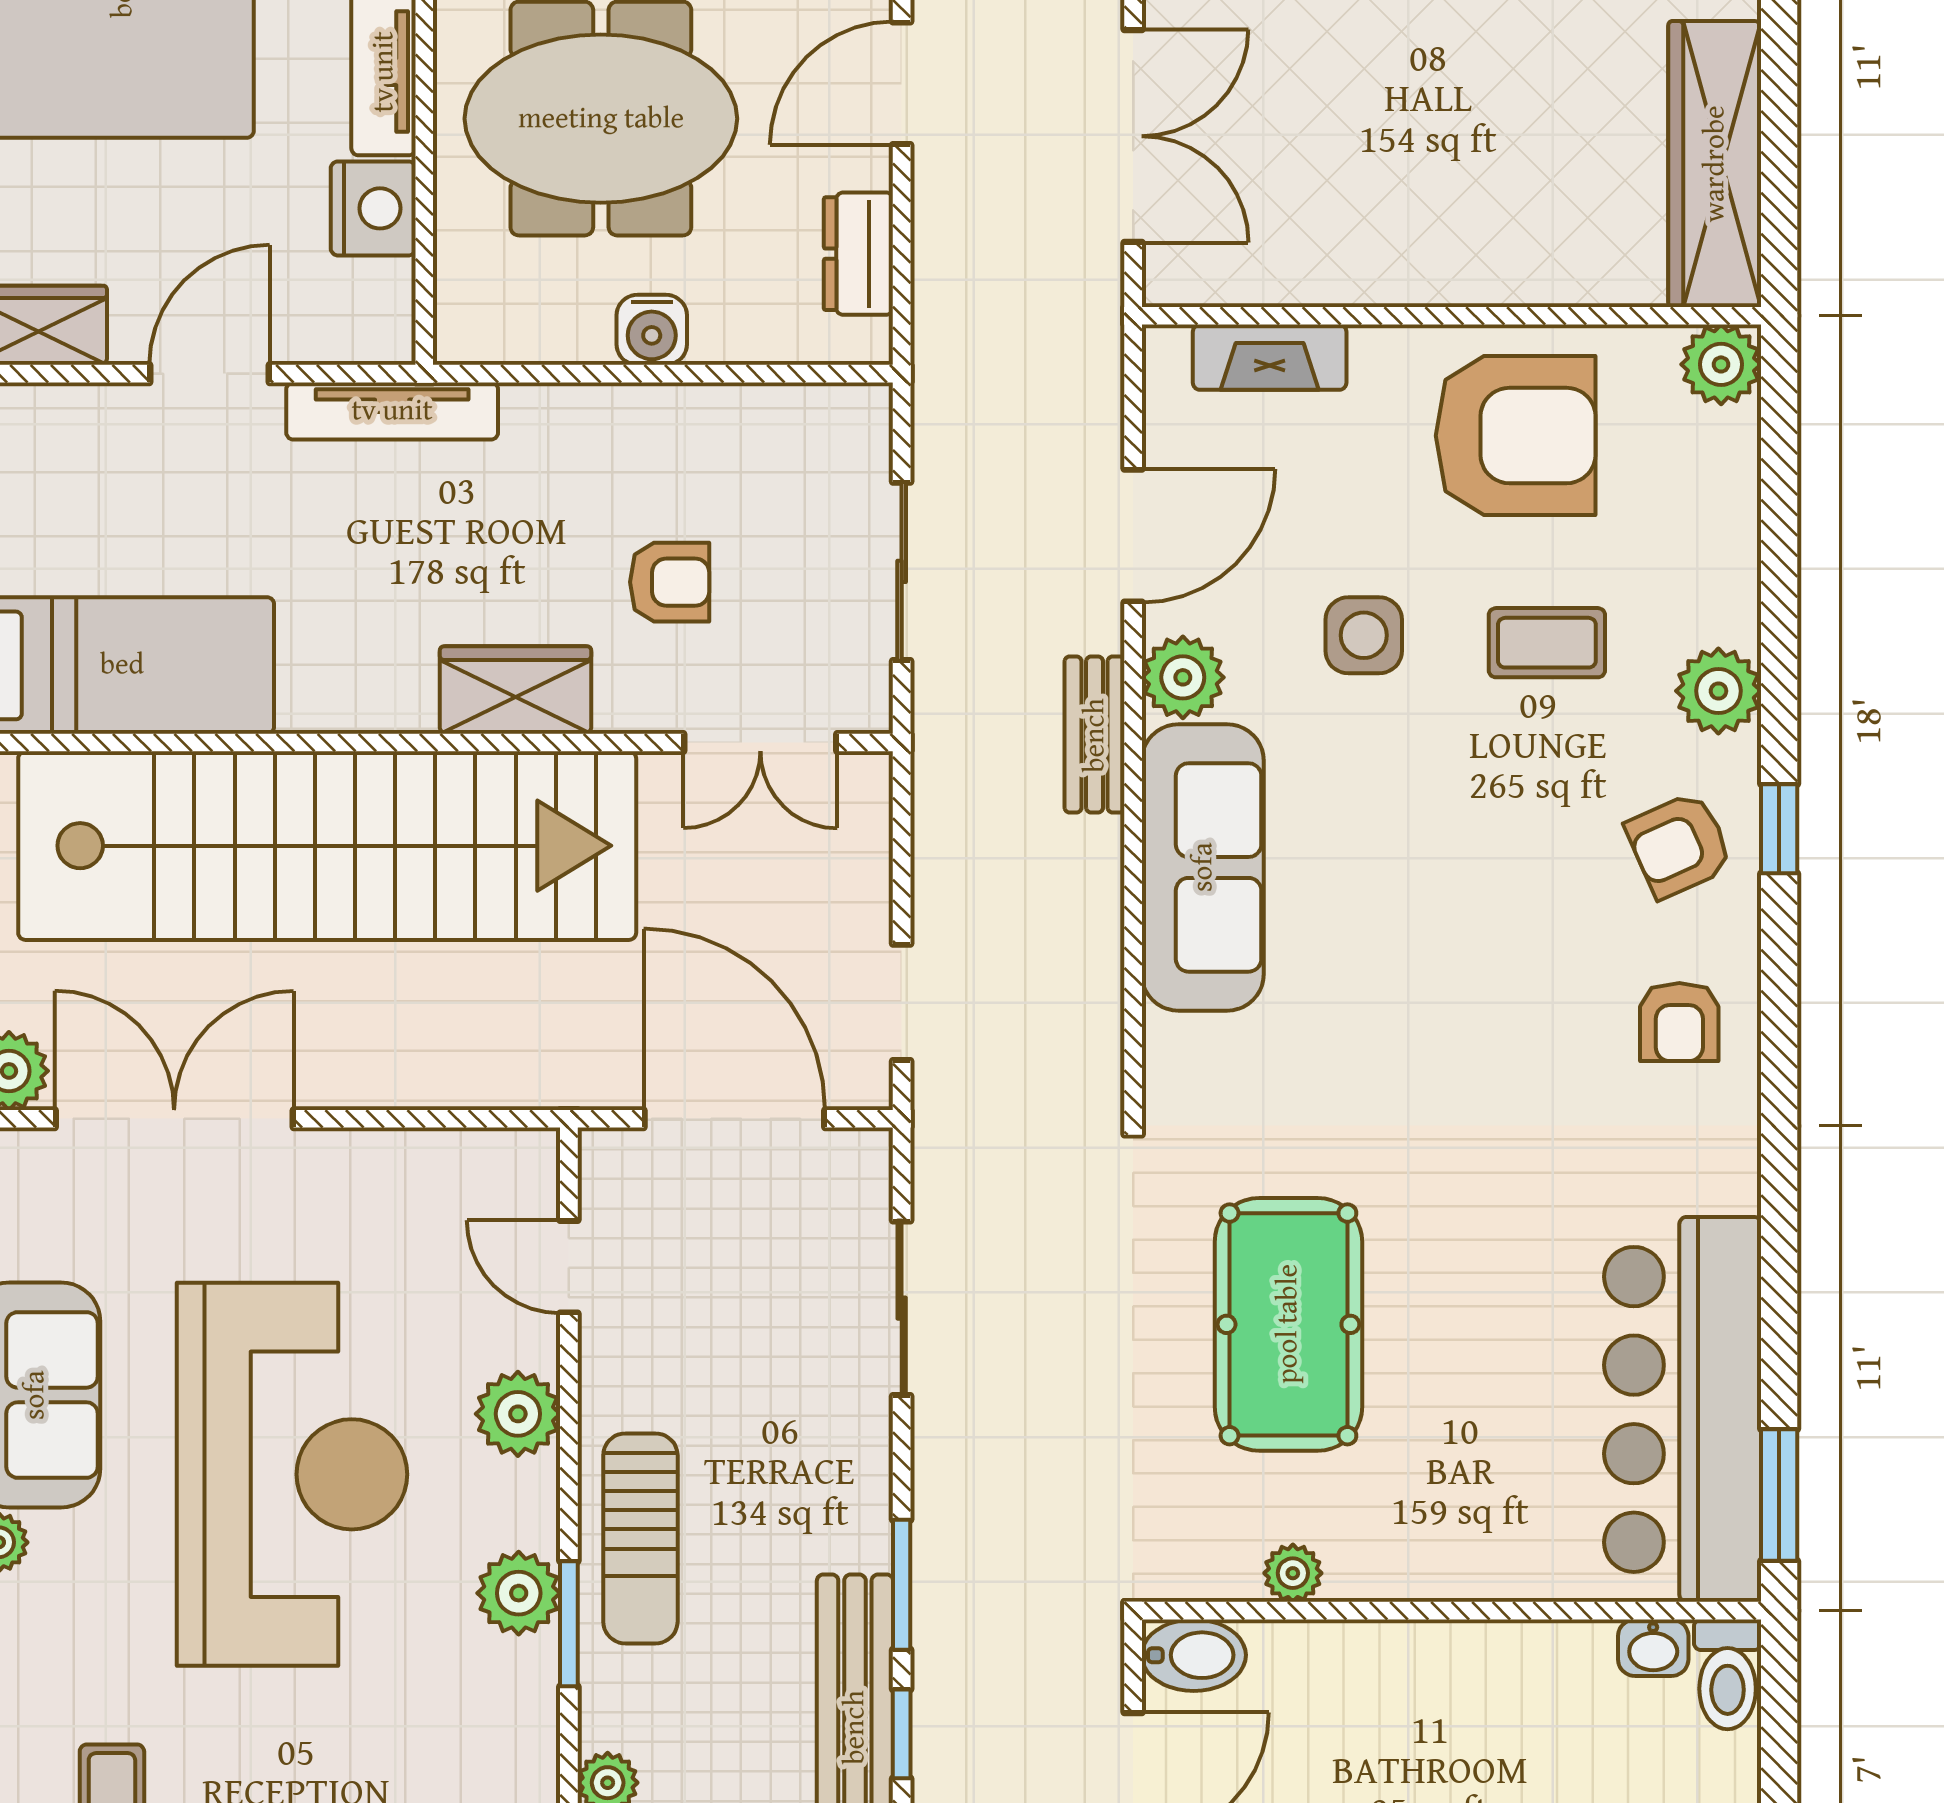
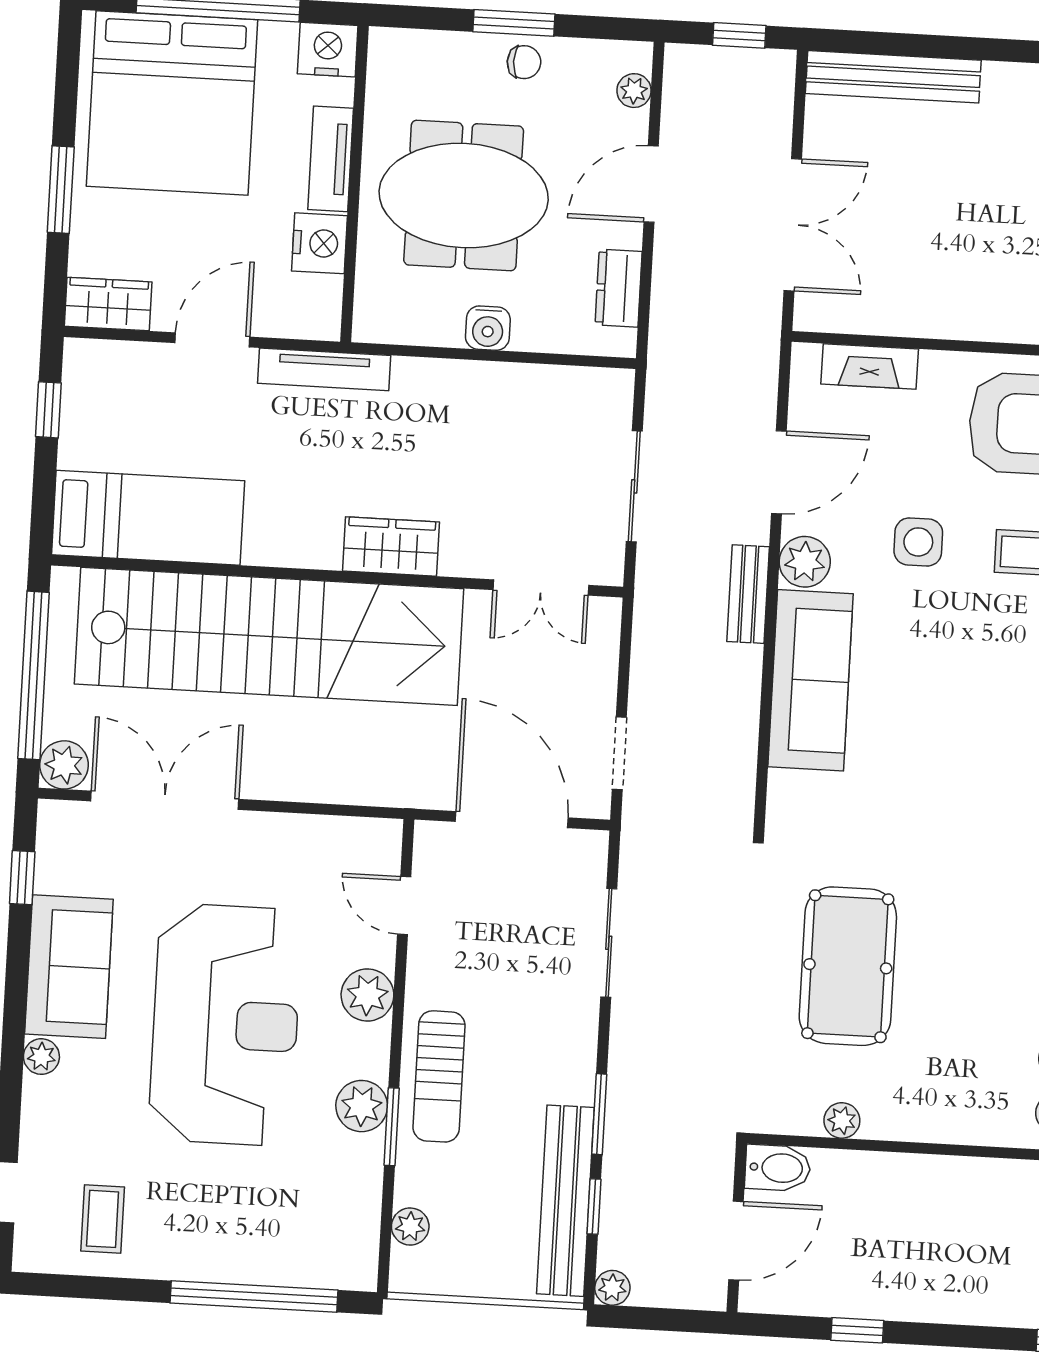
armchair: (670, 582) -> (490, 485), removed

